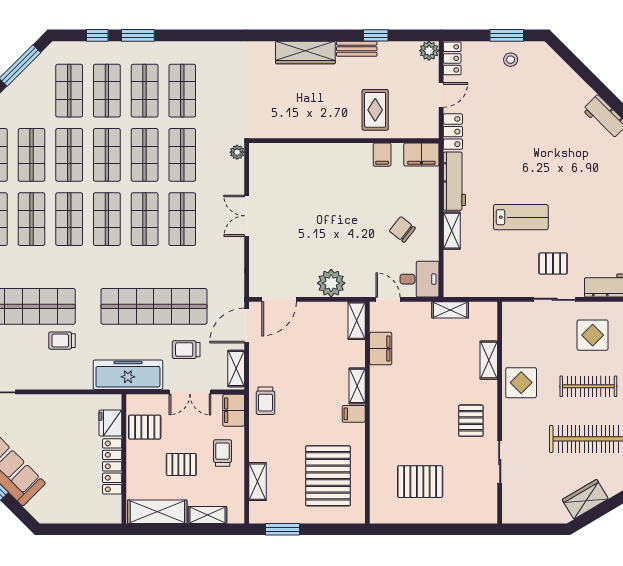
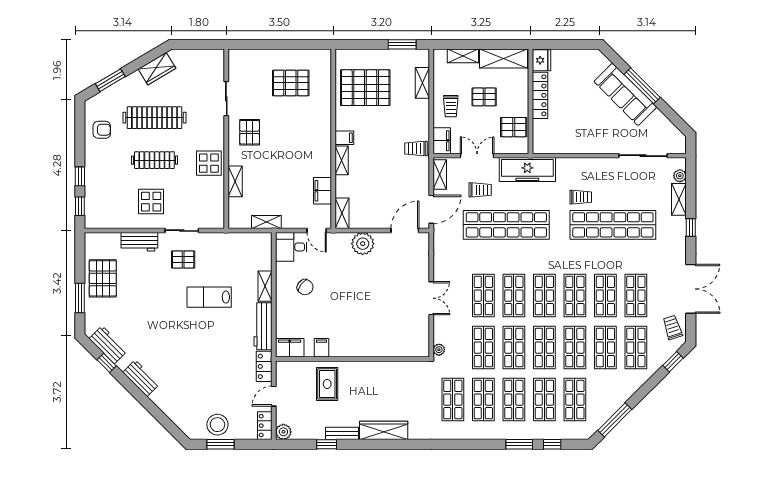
stool: (511, 60) -> (217, 425), width x1.89, depth x1.89
shop shelf: (220, 91) -> (453, 400), added
trolley: (265, 401) -> (416, 148), turned -90
fridge: (110, 423) -> (542, 60), moved
pallet: (328, 476) -> (365, 88), turned 90

